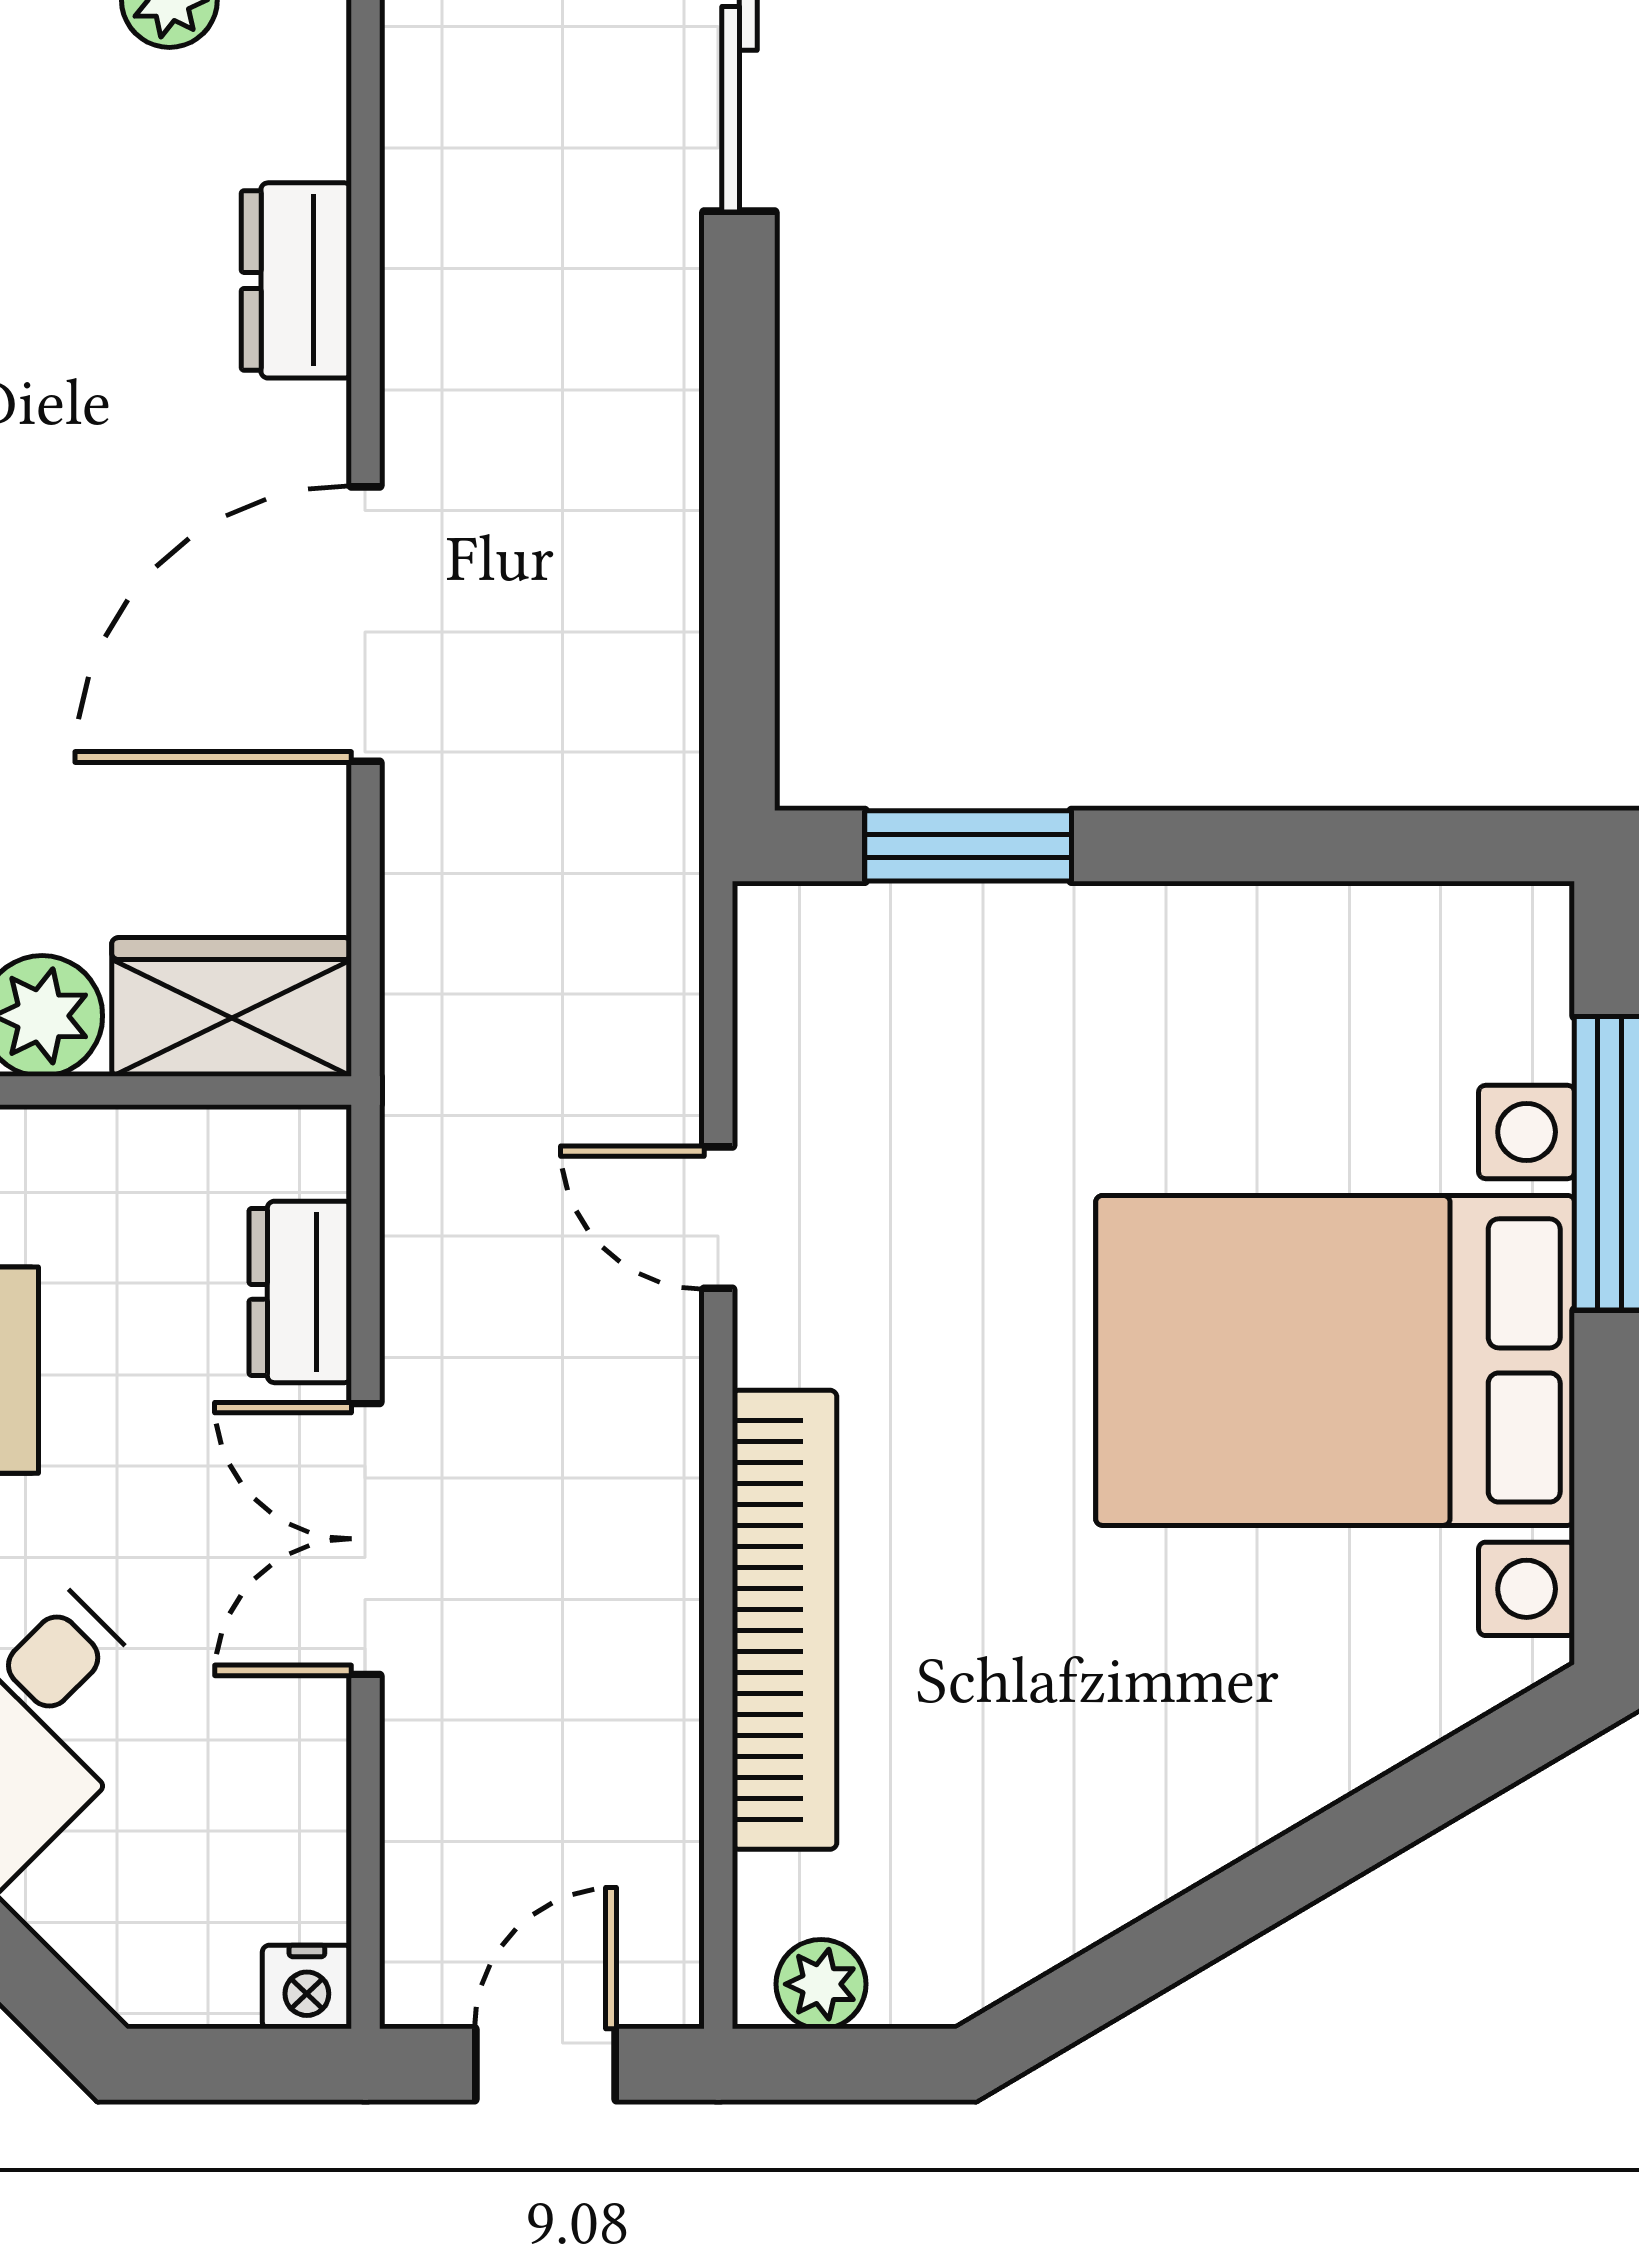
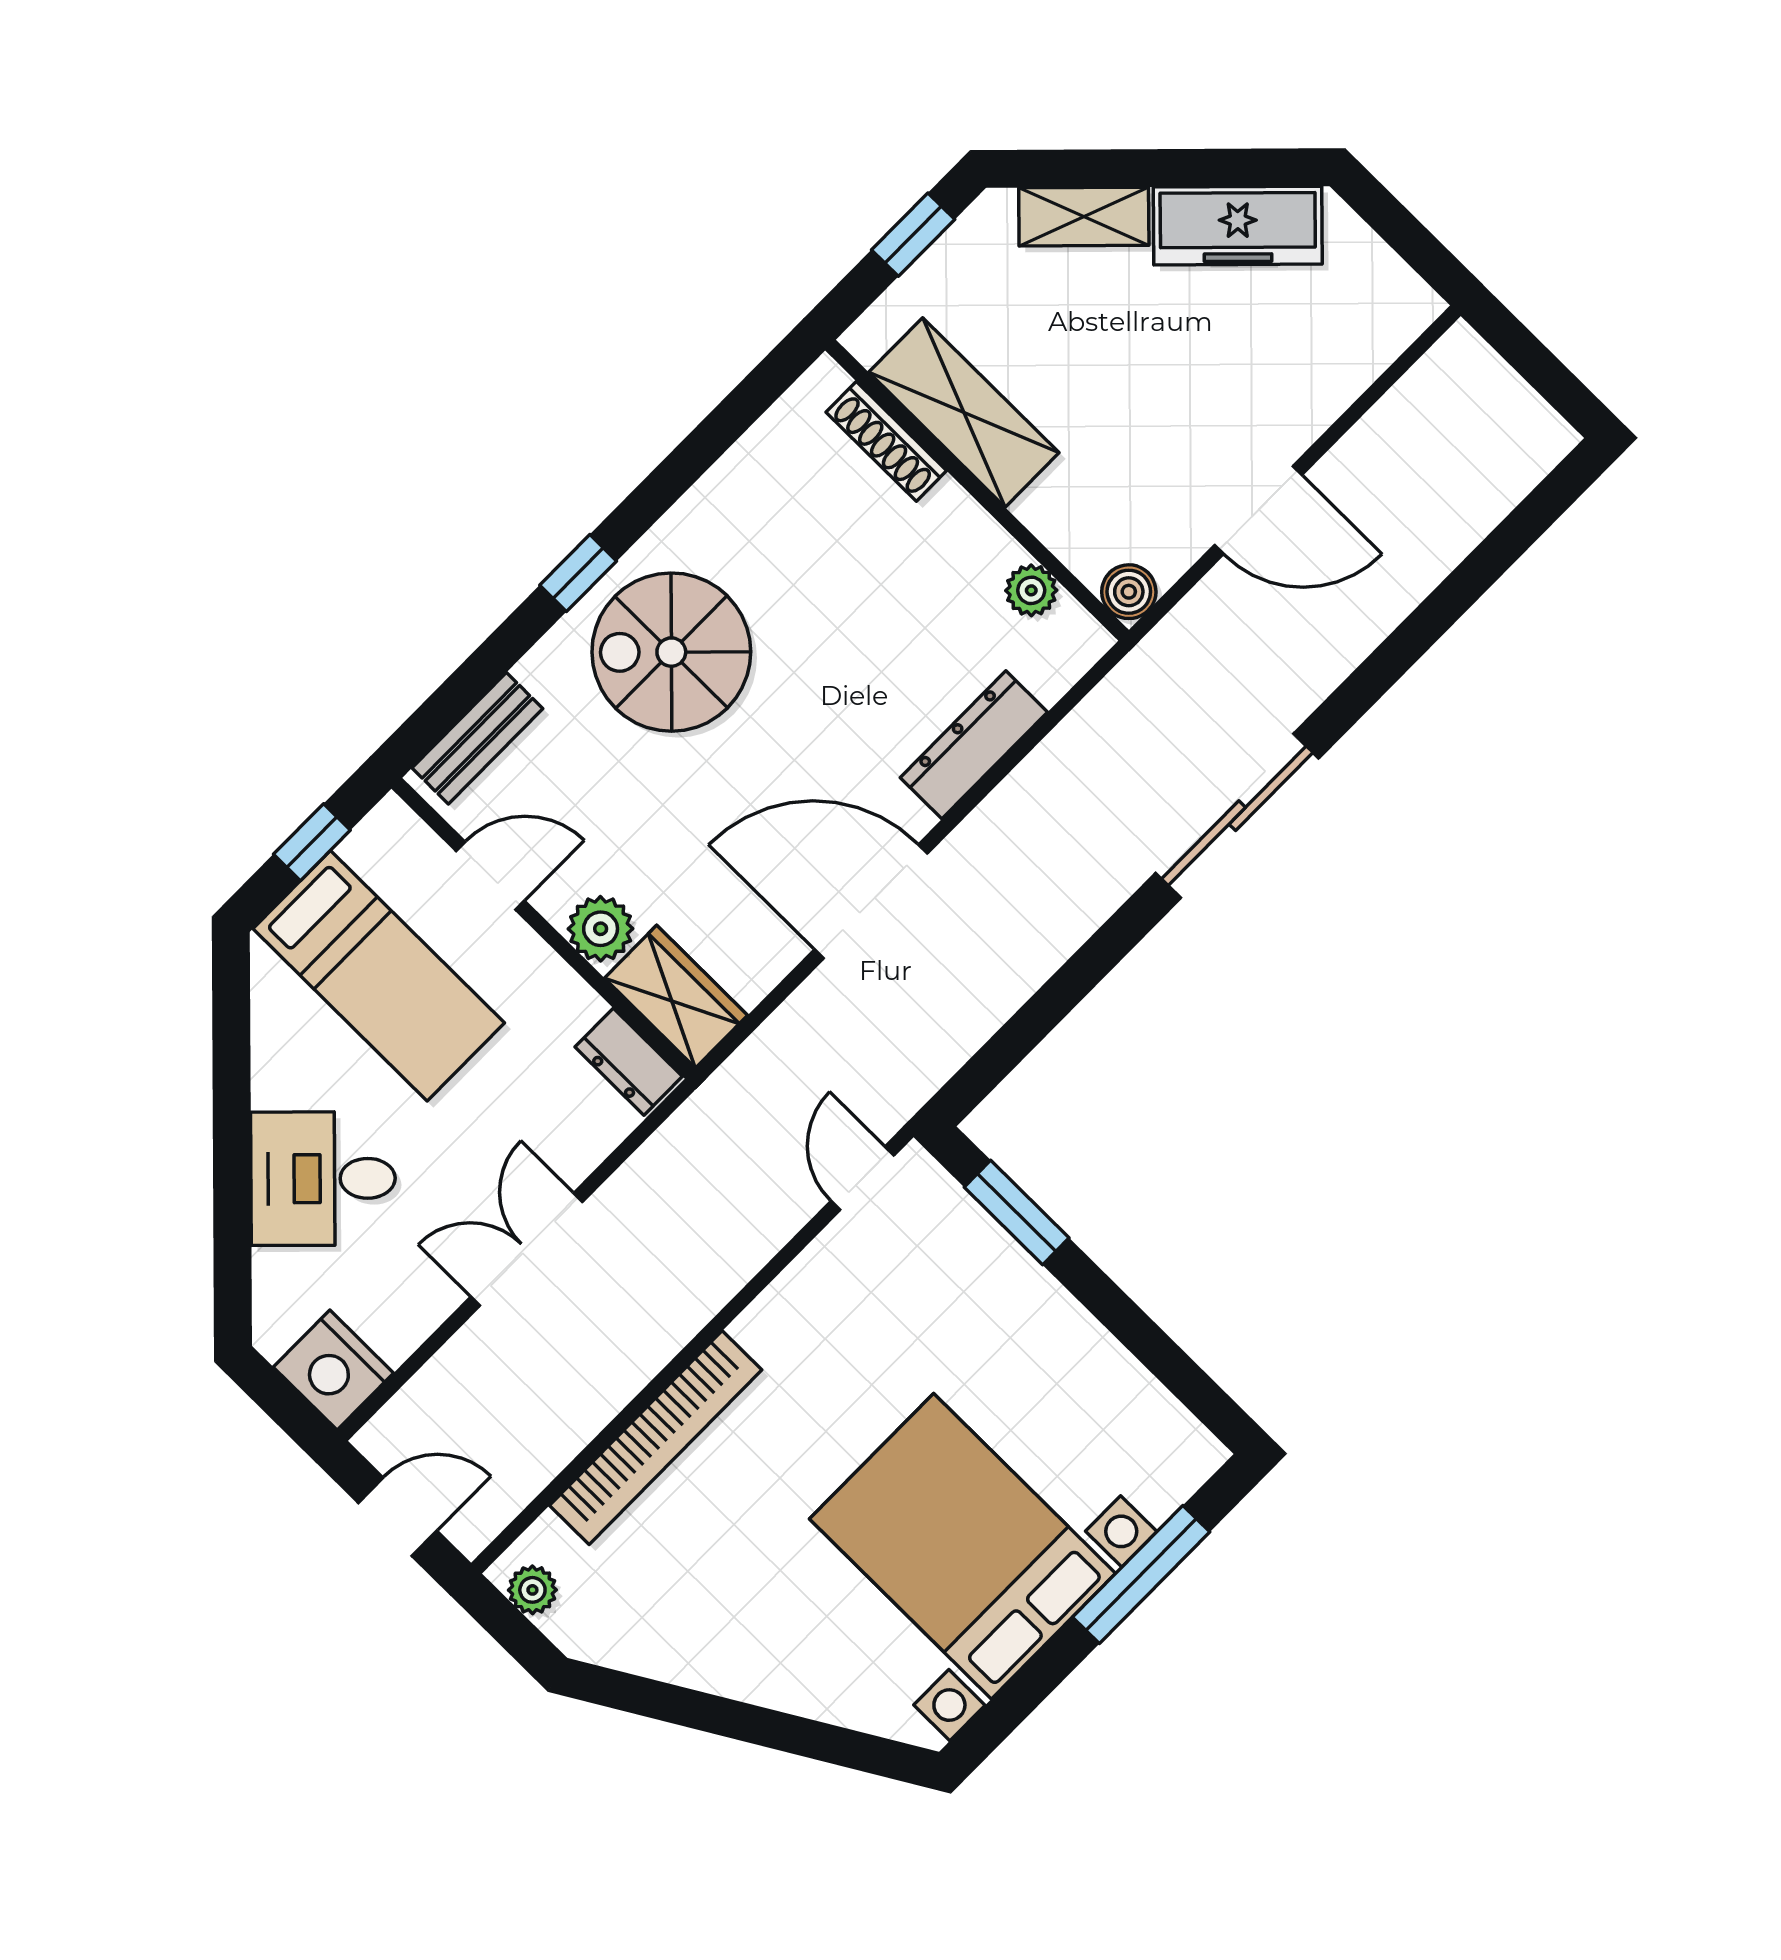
dresser: (296, 280) -> (974, 745), width x1.44
door: (718, 1218) -> (863, 1178), moved
dresser: (300, 1292) -> (629, 1062), moved, turned -90
nightstand: (307, 1987) -> (333, 1370), width x1.89, depth x1.79

